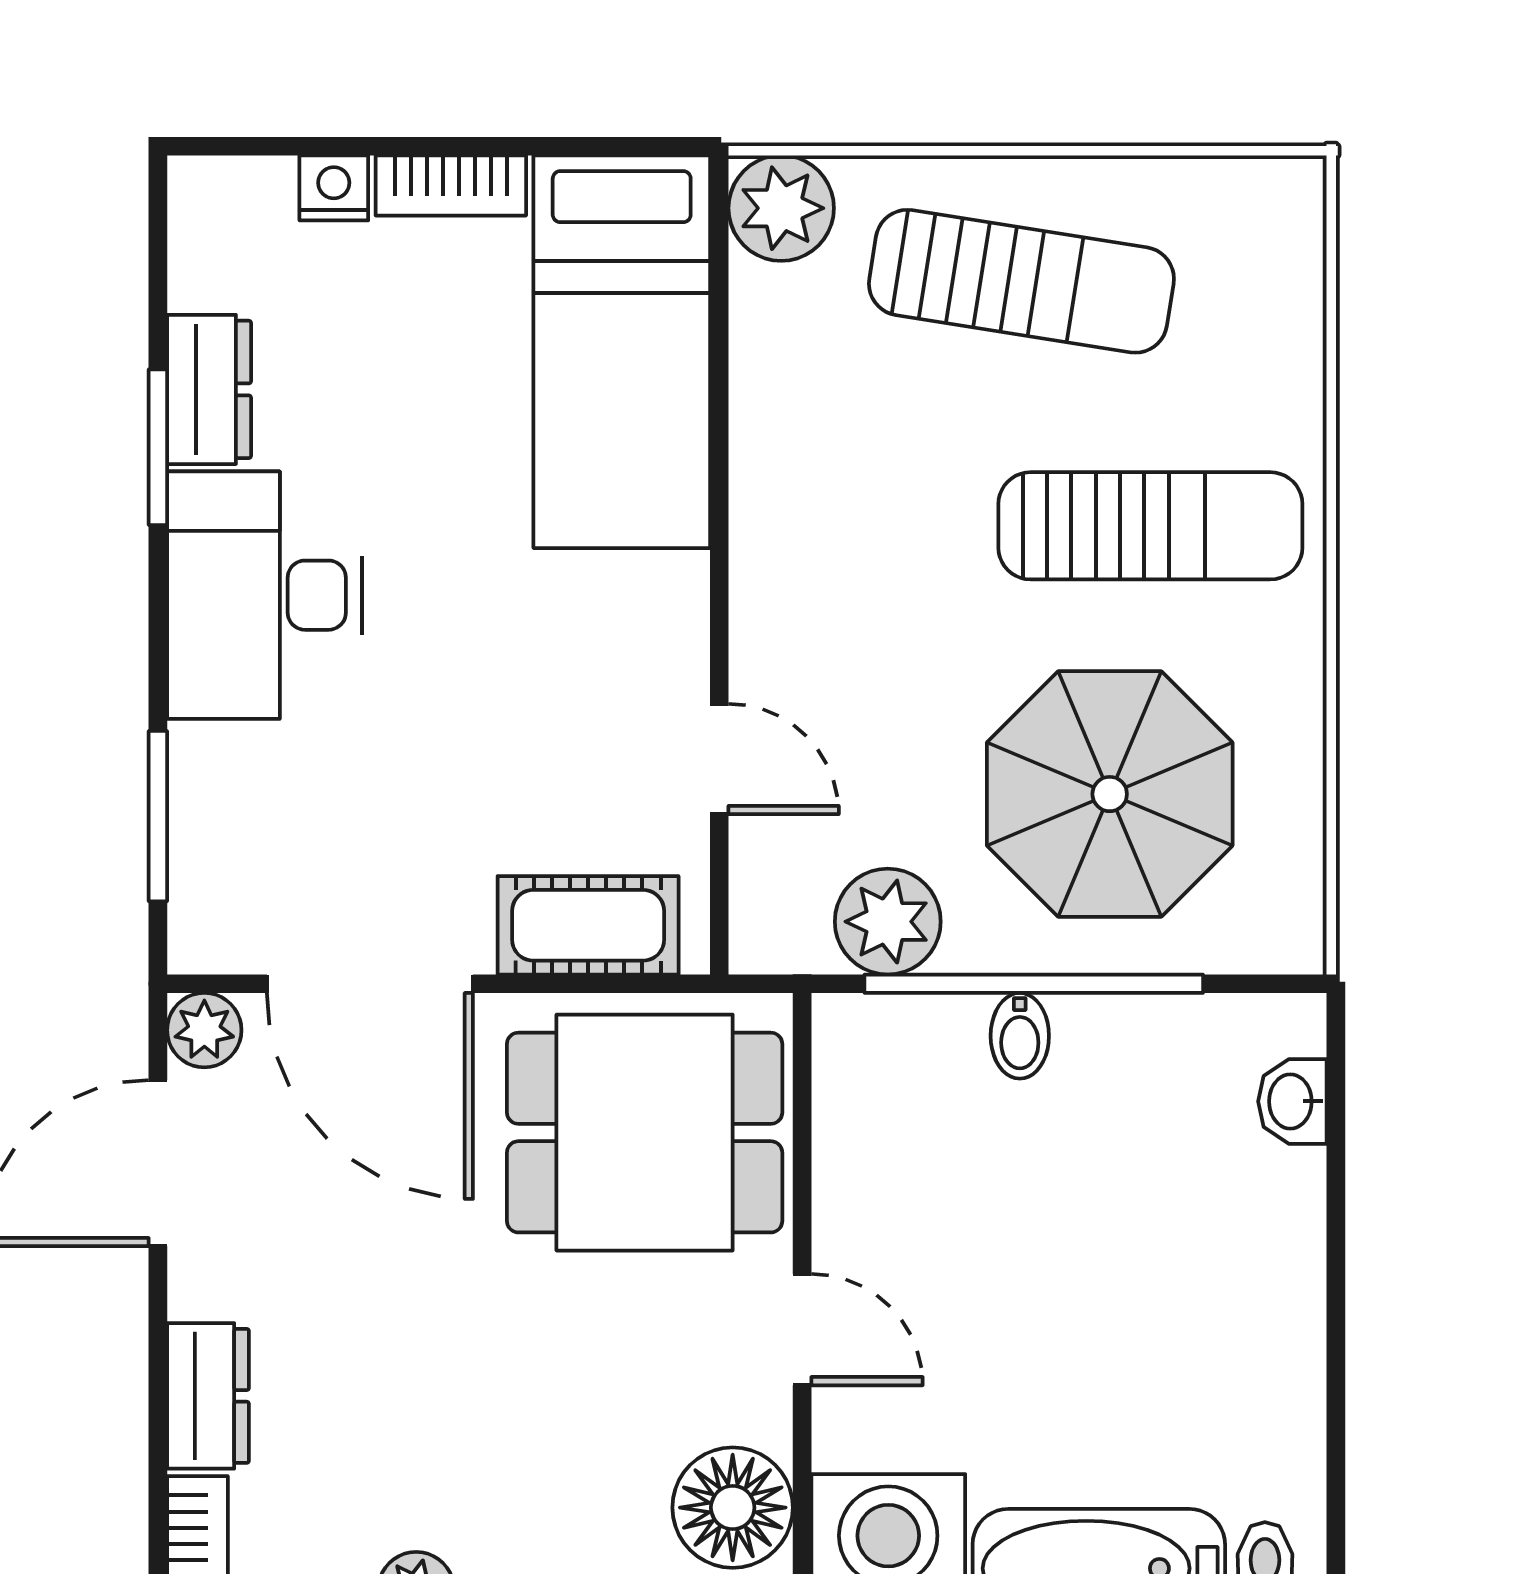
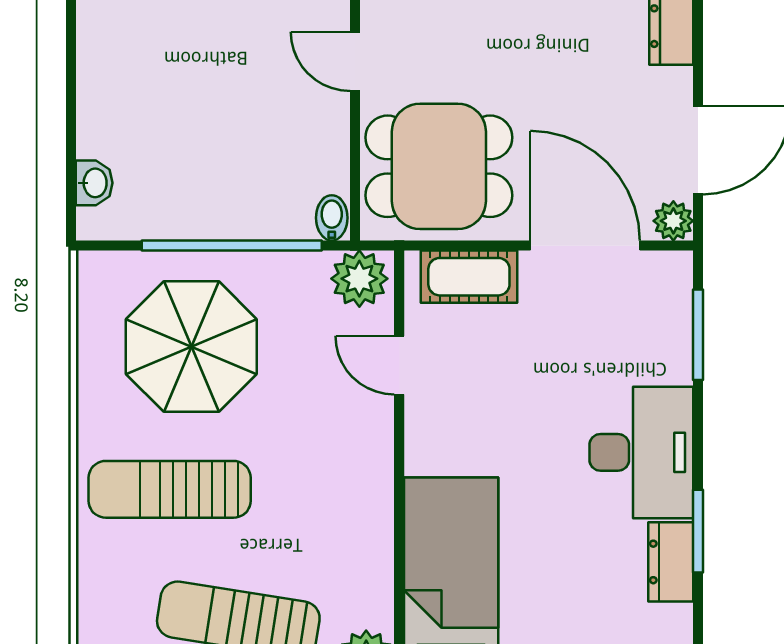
plant: (888, 922) -> (359, 279), moved
bidet: (1020, 1036) -> (332, 218), moved

